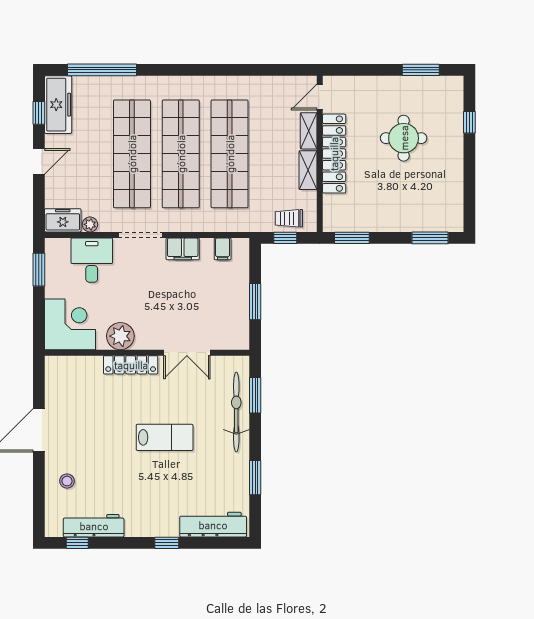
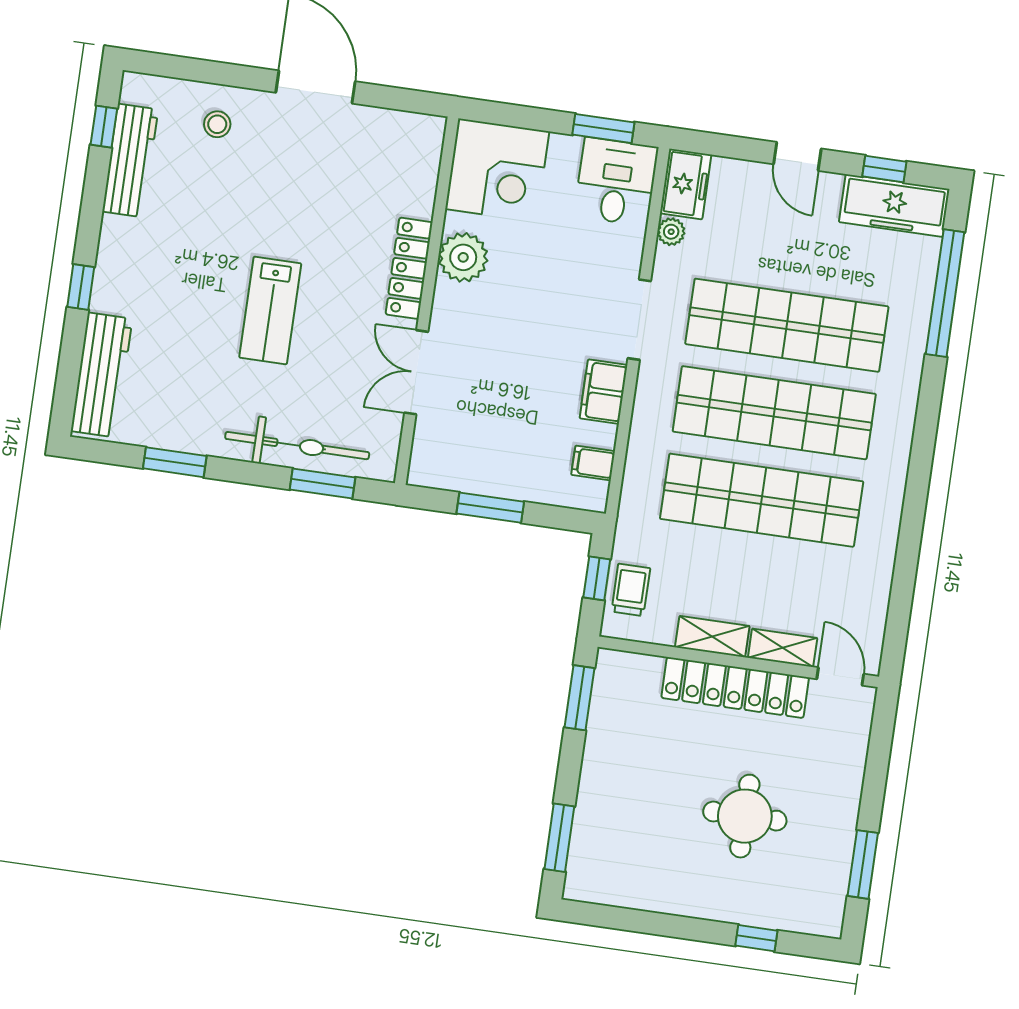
desk: (92, 260) -> (616, 182), moved, turned -90

